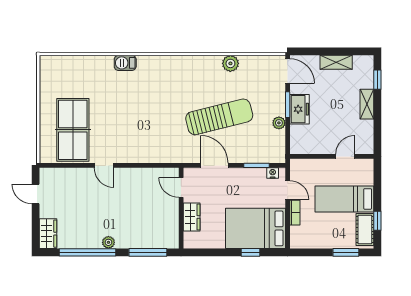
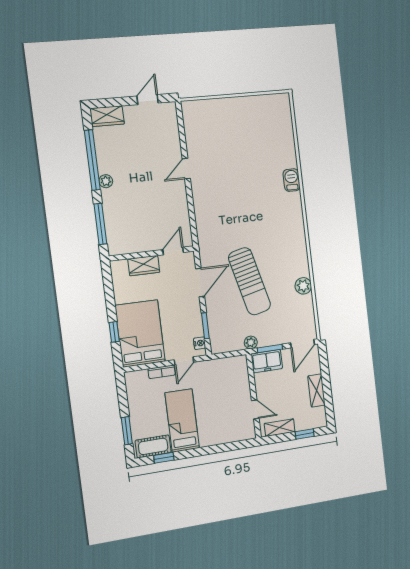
table tennis table: (73, 130) -> (219, 133), removed
wall: (332, 156) -> (254, 396), moved
door: (345, 156) -> (255, 409), moved

